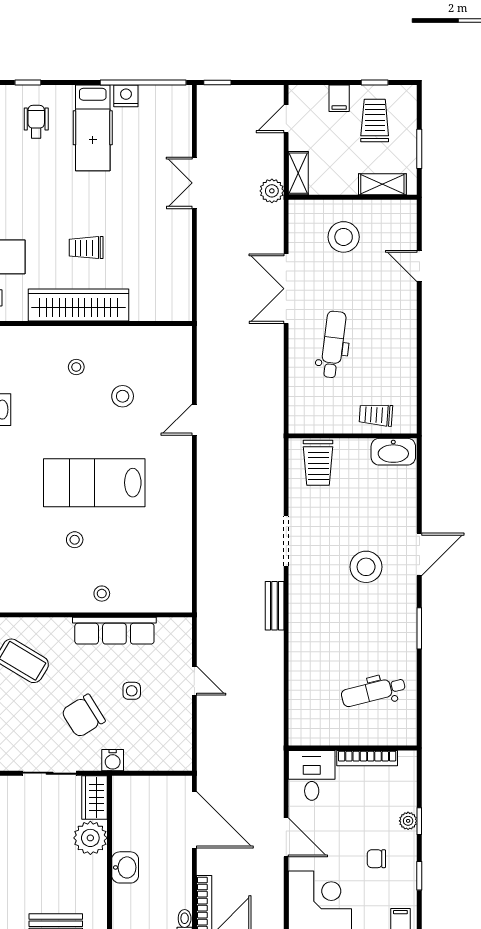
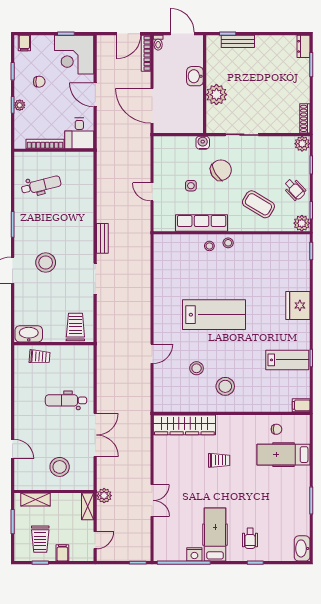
wardrobe: (78, 305) -> (184, 425), moved
dental chair: (333, 344) -> (66, 400), turned 83
stool: (76, 367) -> (225, 386), width x1.89, depth x1.89
stool: (75, 540) -> (228, 243), moved
wardrobe: (95, 797) -> (214, 120), removed

